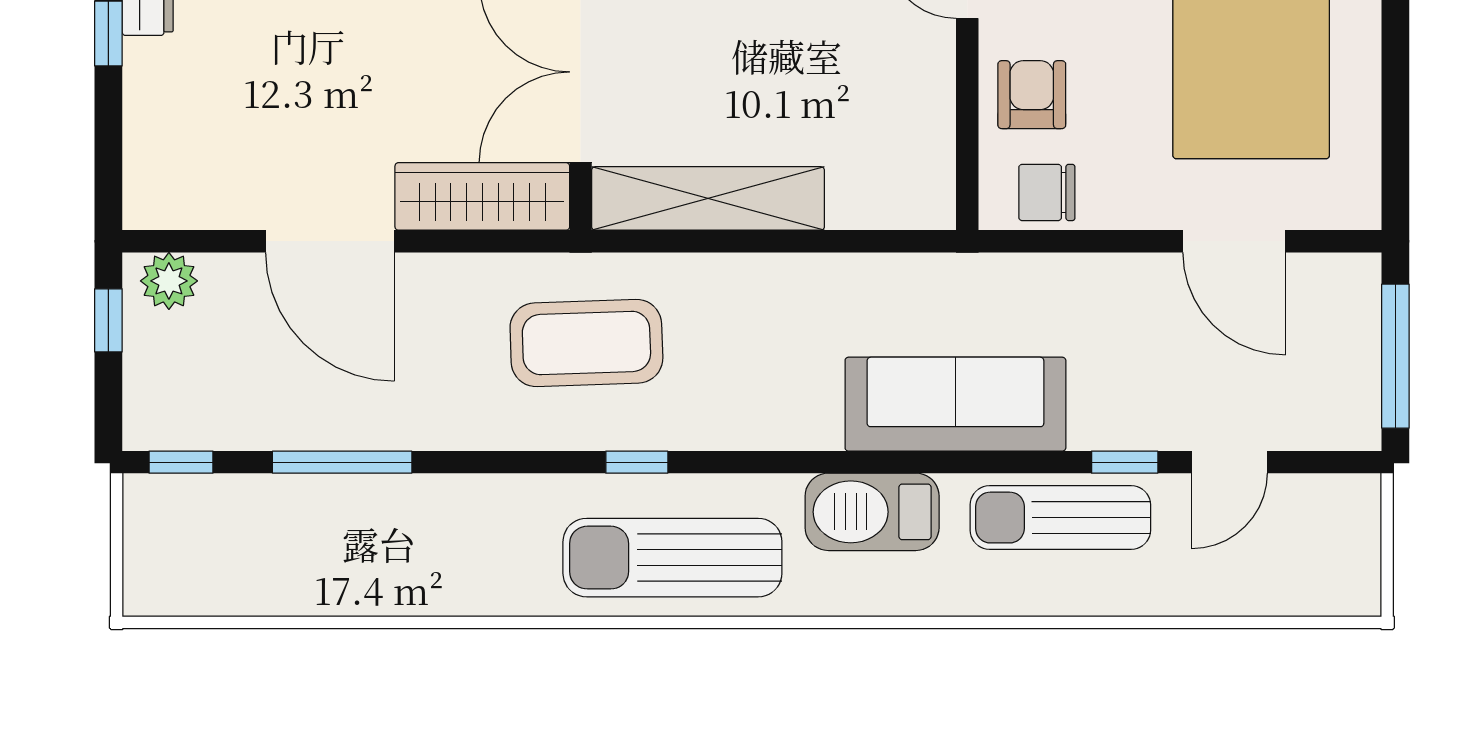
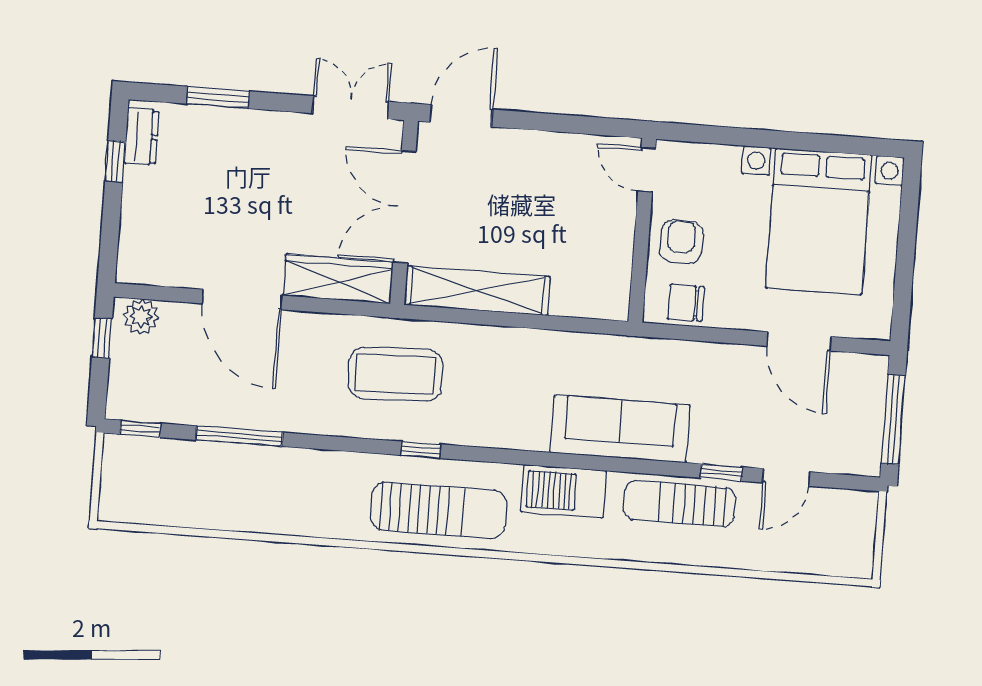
sun lounger: (672, 558) -> (438, 510), turned 180

